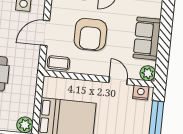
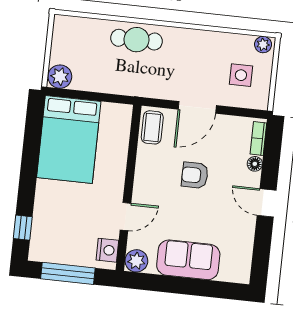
door: (45, 33) -> (197, 107), swing flipped
armchair: (90, 34) -> (195, 175), width x0.53, depth x0.53

